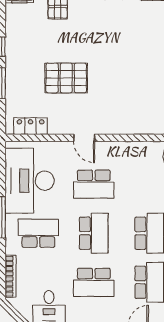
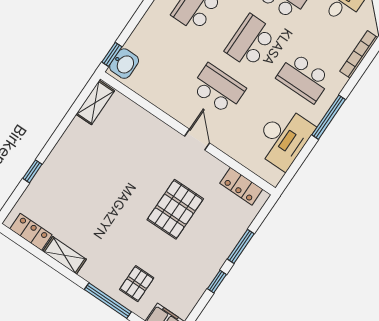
pallet: (66, 78) -> (175, 209), turned 90
desk: (30, 181) -> (283, 138), width x0.73, depth x0.77

